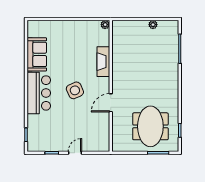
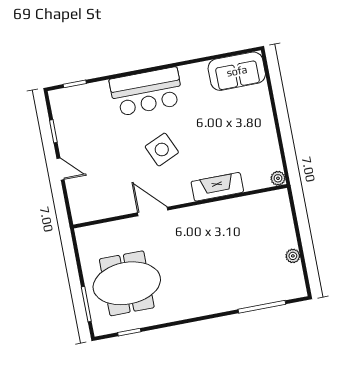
sofa: (37, 54) -> (237, 71), moved

